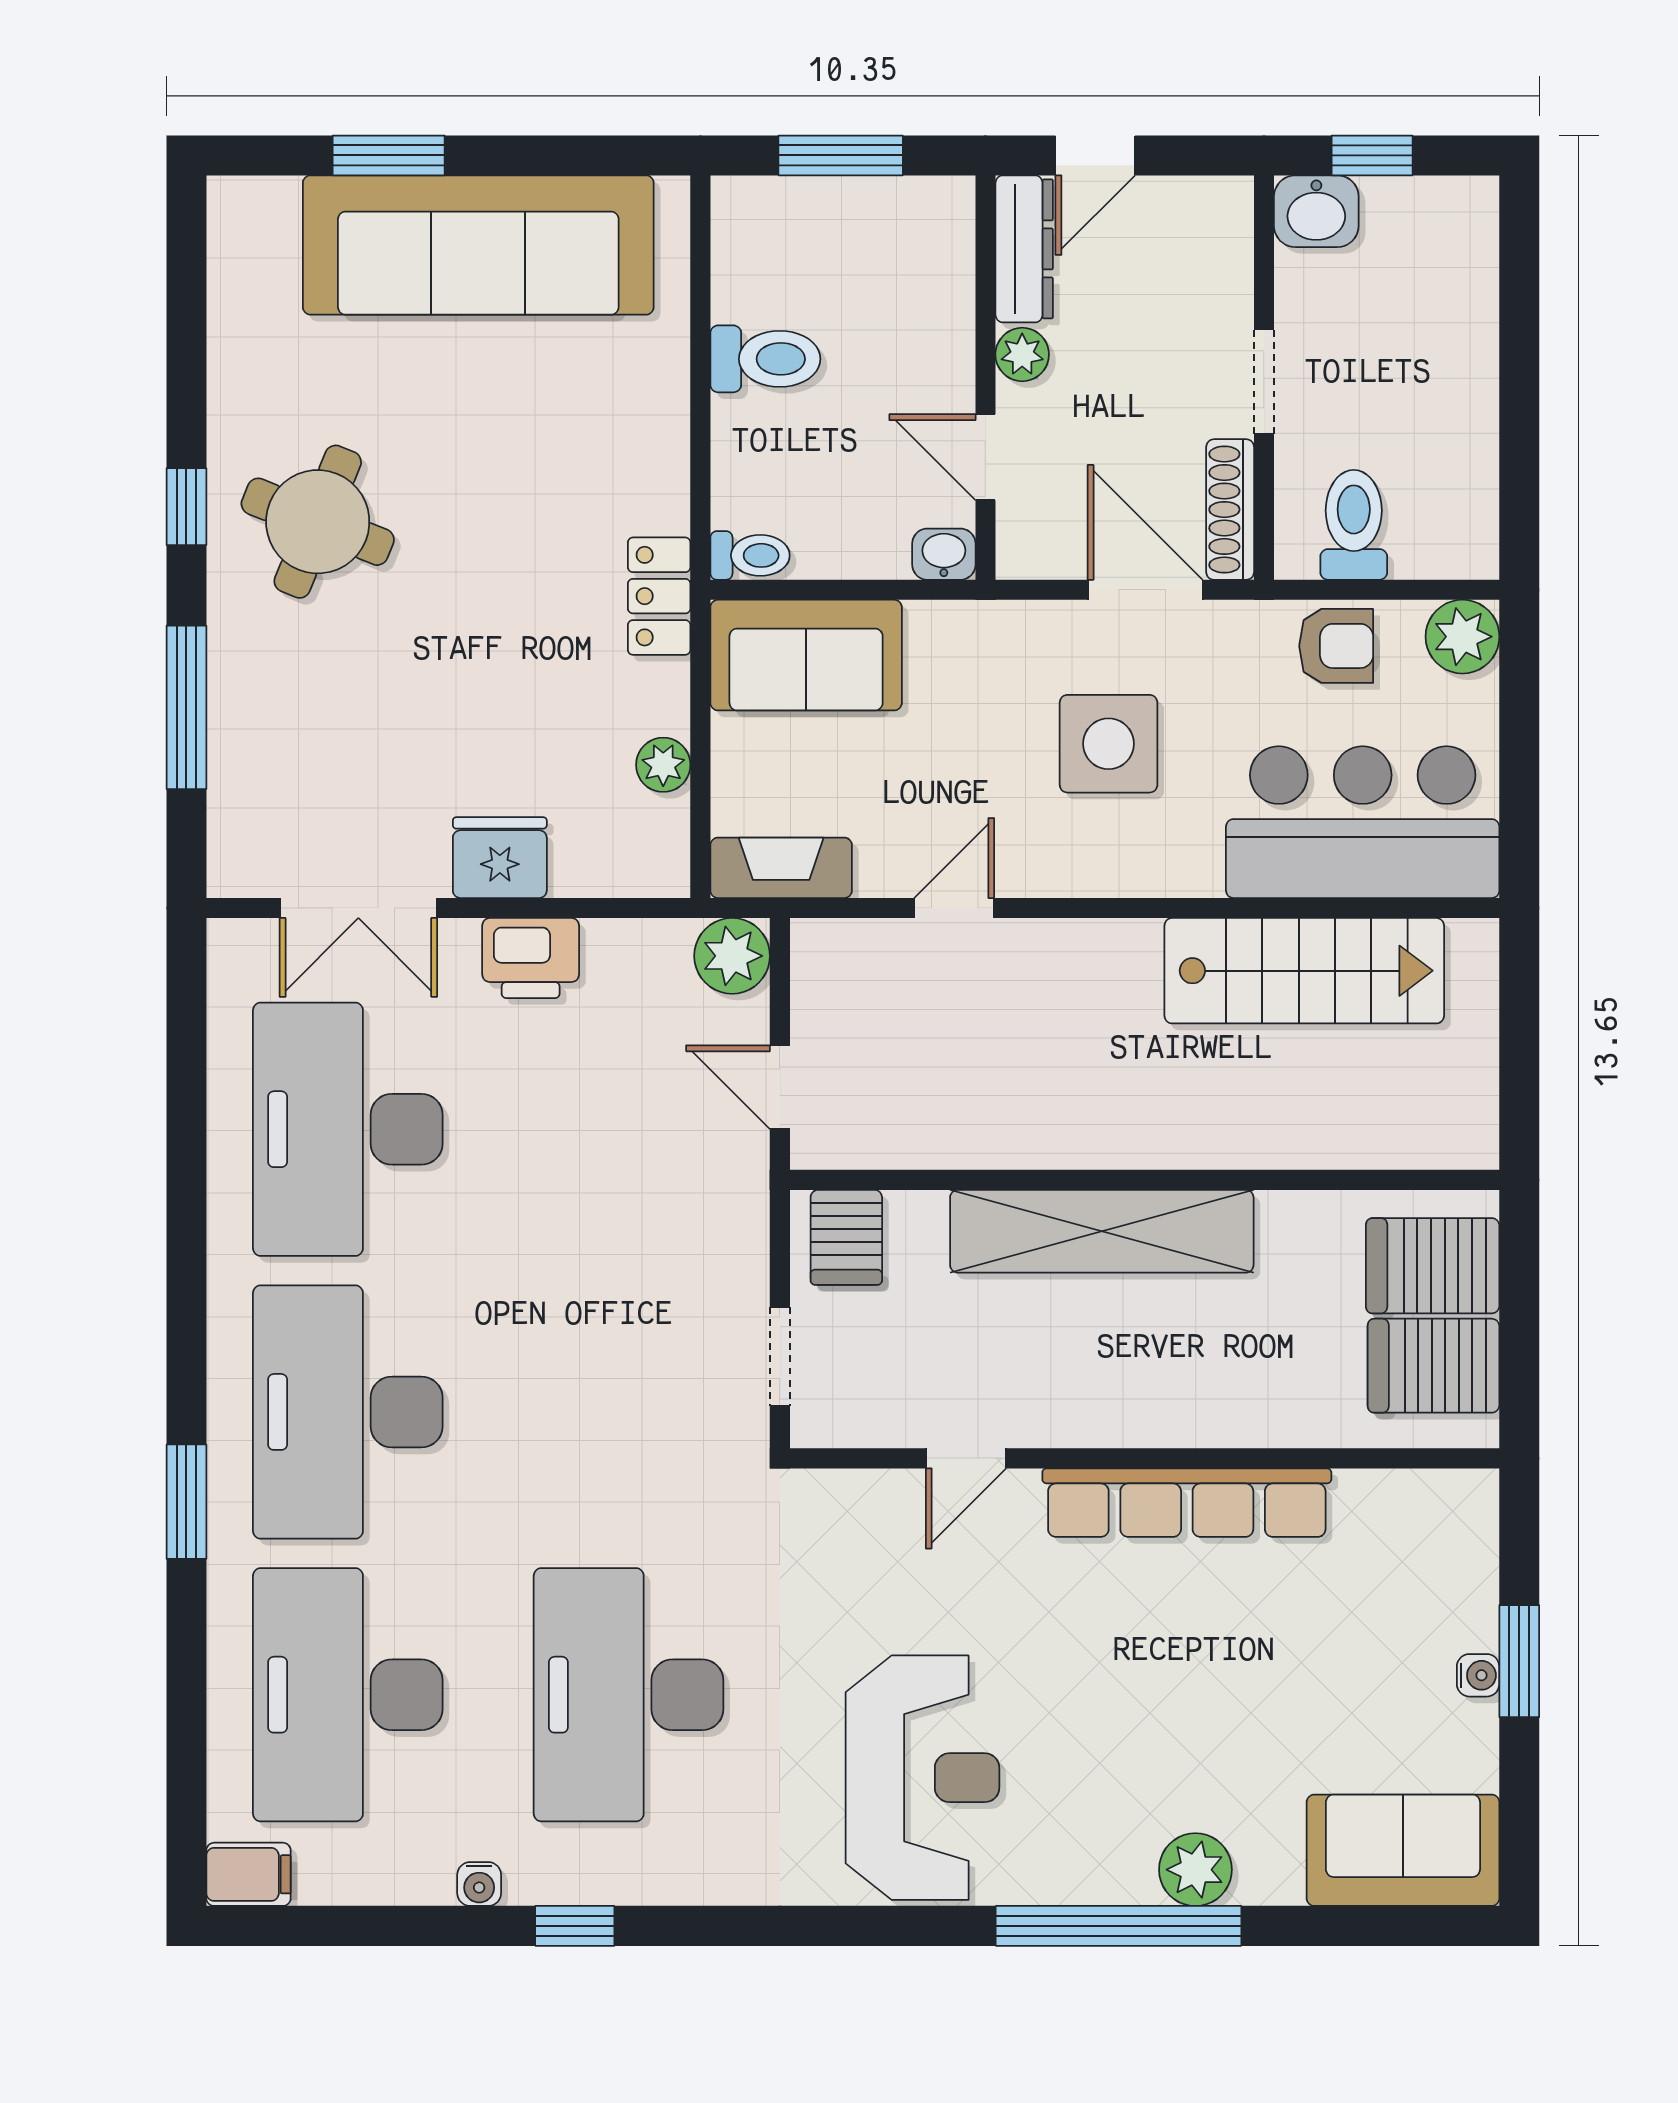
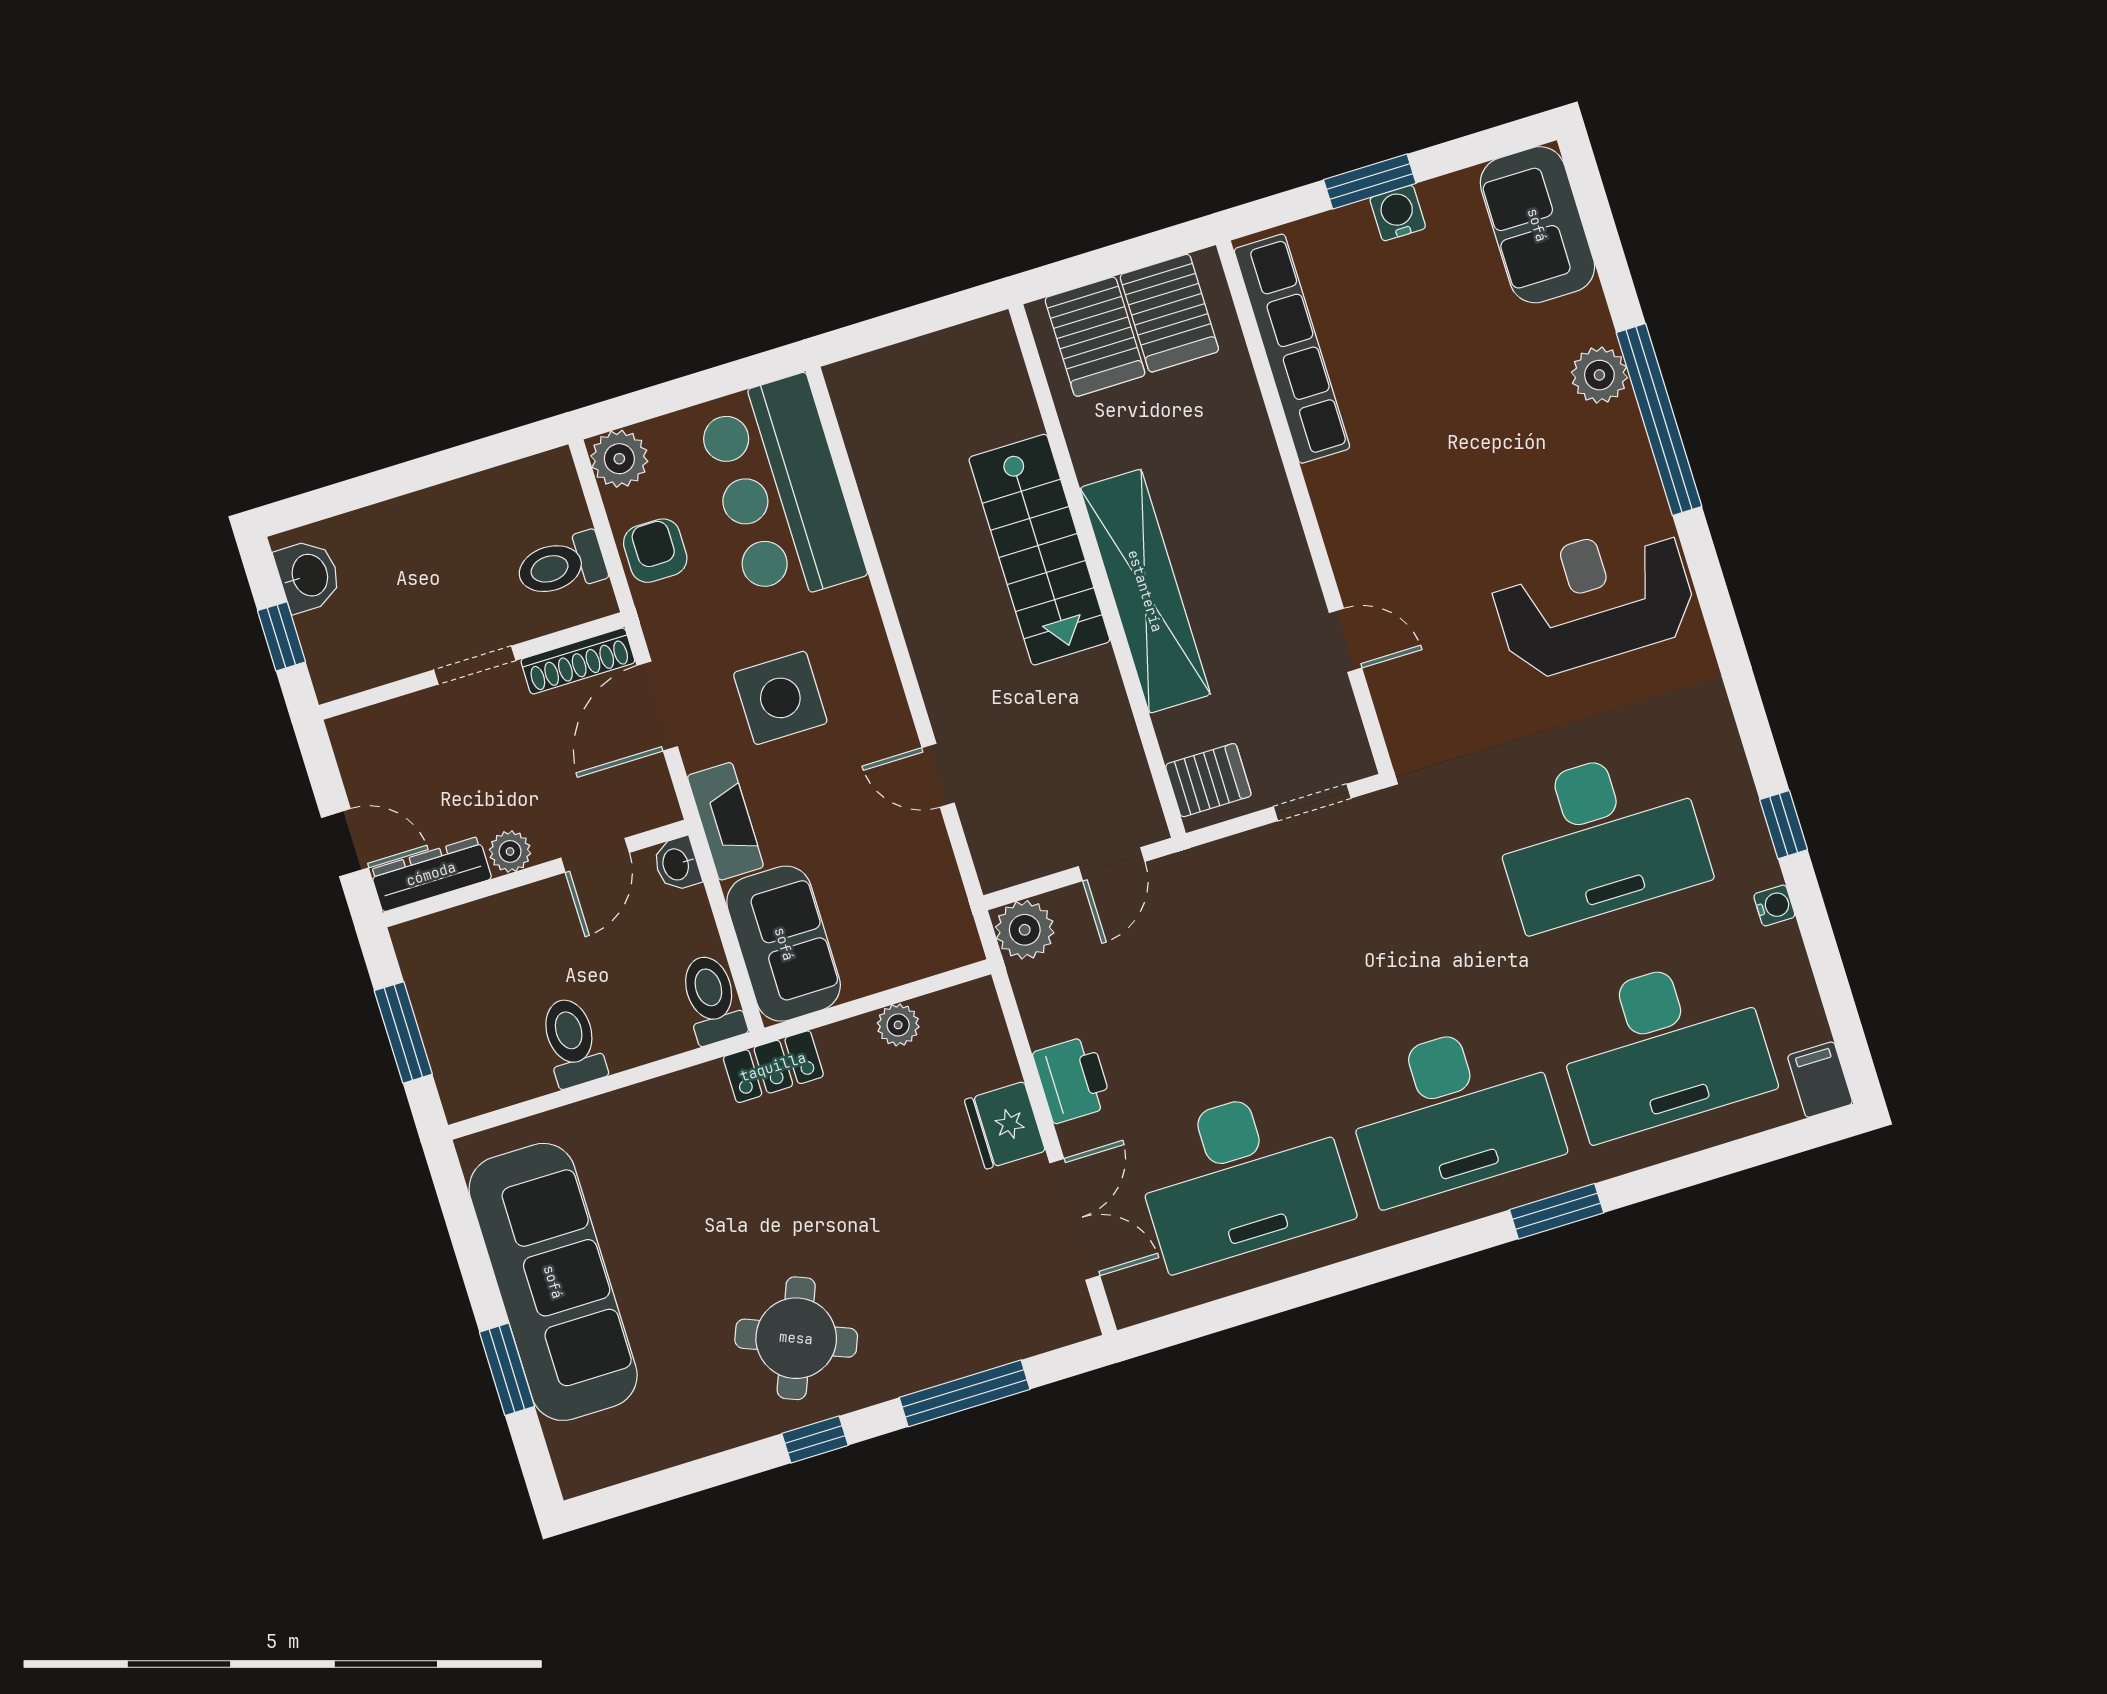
washbasin: (1316, 211) -> (308, 576), moved
toilet: (750, 555) -> (712, 999), width x1.37, depth x1.39
fireplace: (781, 868) -> (725, 821), moved, turned 180
stairs: (1304, 971) -> (1039, 550), moved, turned 180
row of seats: (1187, 1503) -> (1292, 349), moved
water cooler: (1478, 1675) -> (1398, 213), width x1.38, depth x1.38

